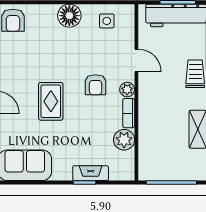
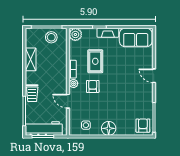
rug: (51, 101) -> (95, 61), moved
plant: (124, 140) -> (75, 34), moved
stool: (164, 166) -> (51, 37), added
fireplace: (91, 173) -> (108, 33), moved

